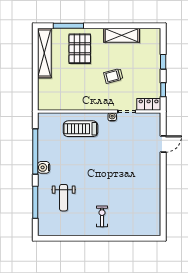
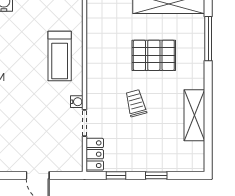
pallet: (80, 49) -> (154, 55), moved
treadmill: (81, 129) -> (60, 56), turned 180

